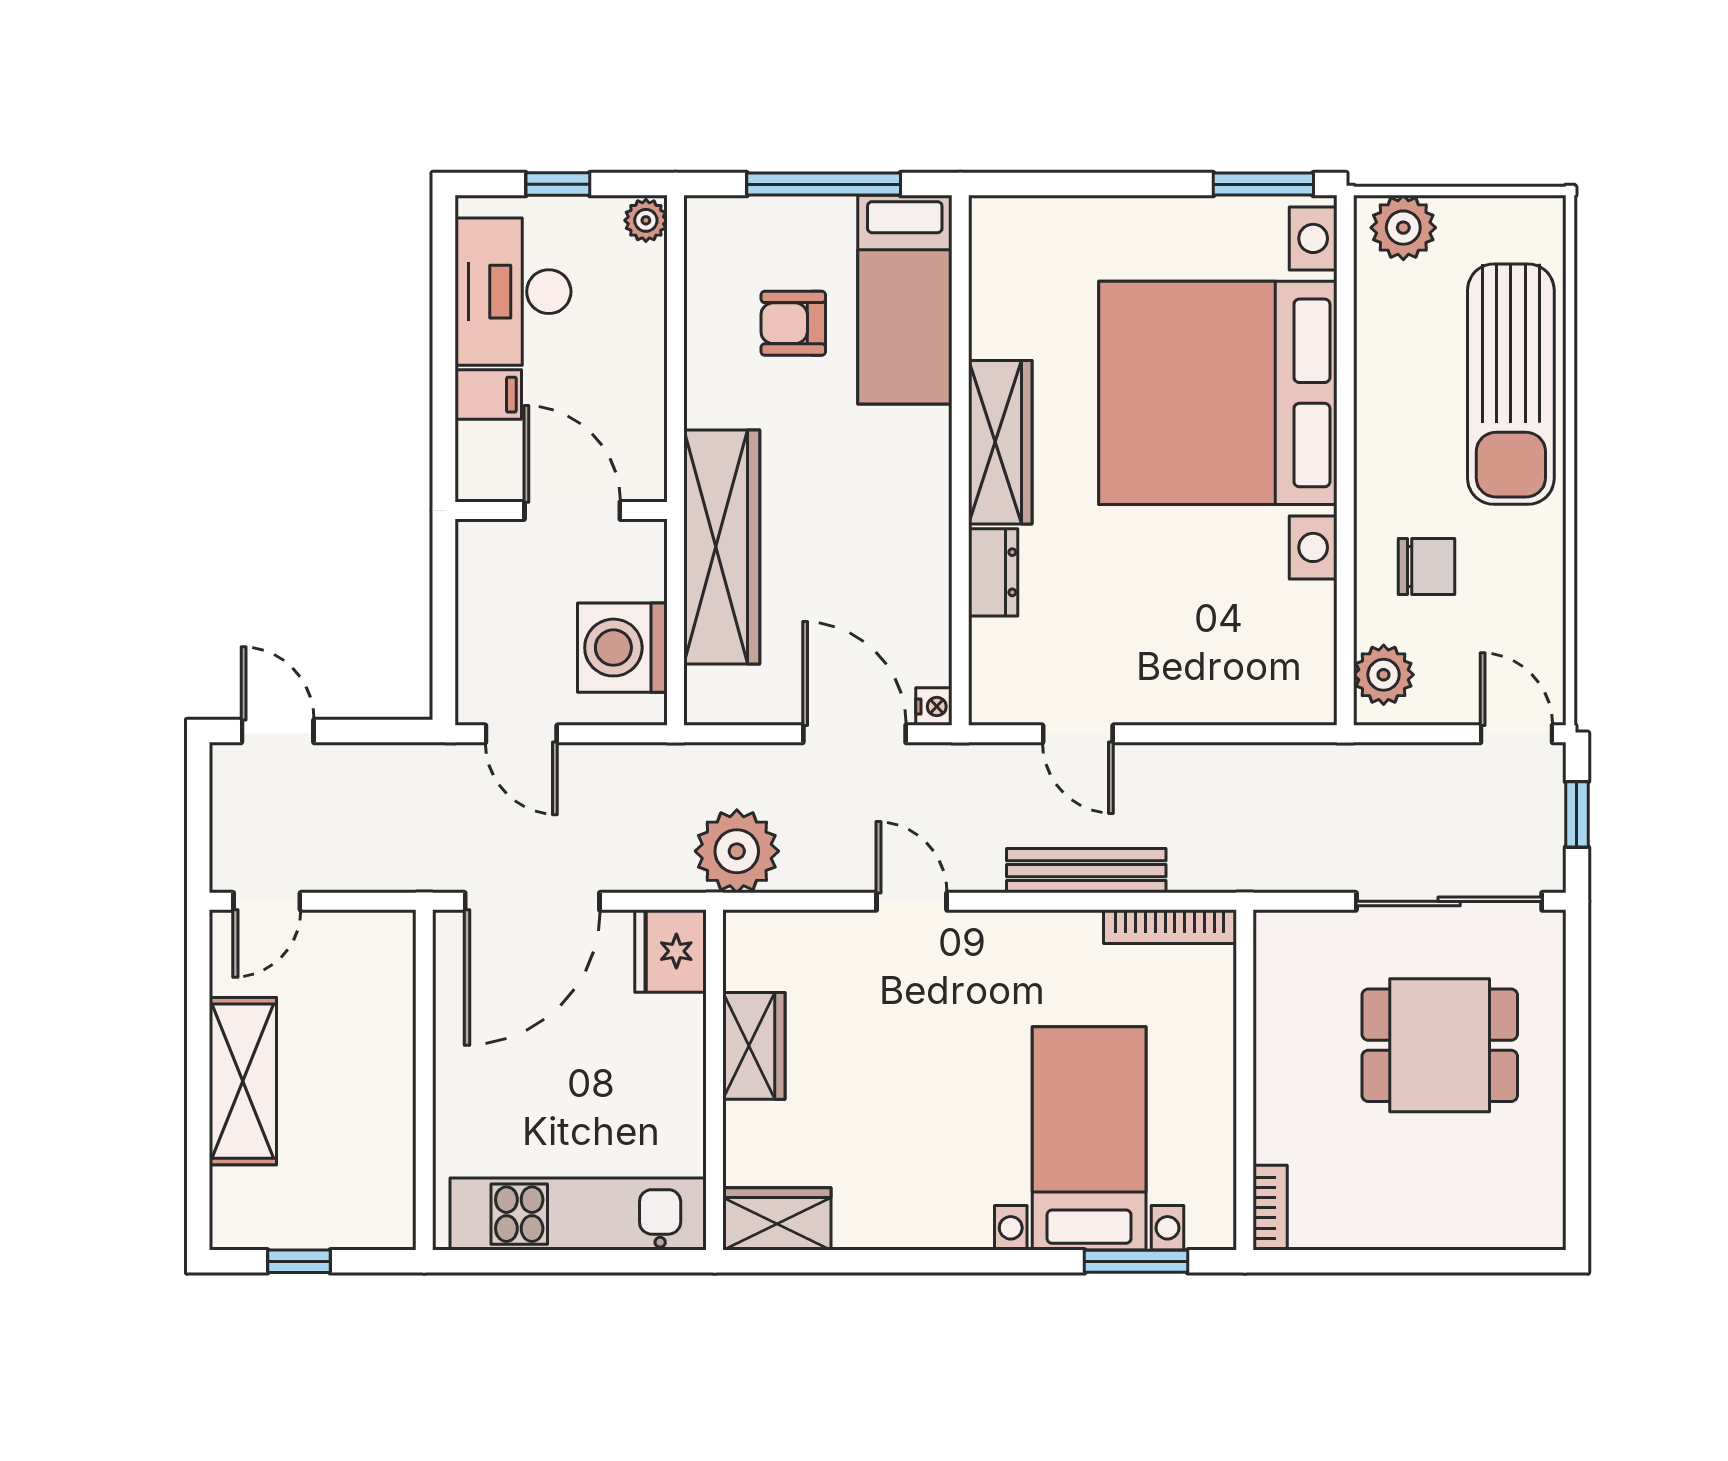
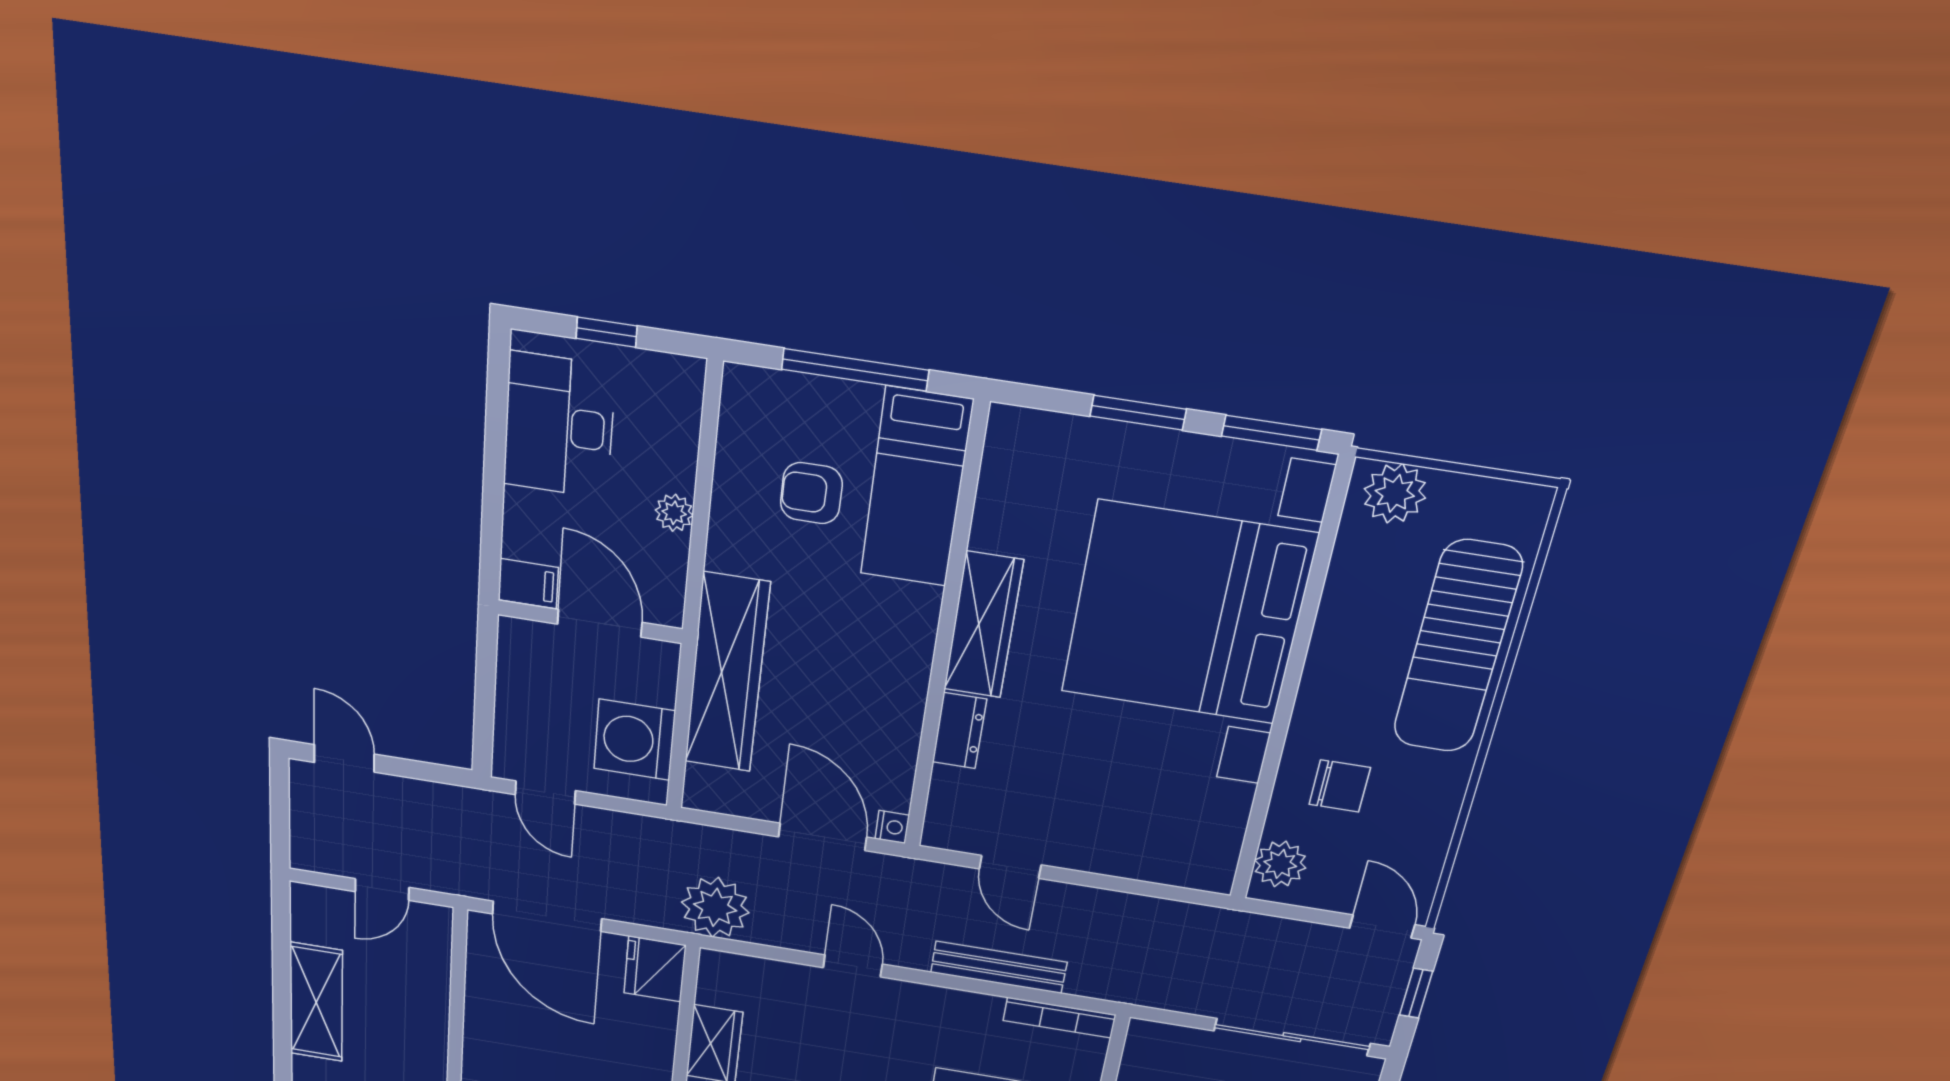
window: (1123, 184) -> (1138, 413), added
plant: (646, 220) -> (674, 513), moved
filing cabinet: (488, 395) -> (528, 584), moved
door: (267, 901) -> (382, 890), moved
door: (532, 901) -> (547, 916), hinge flipped

